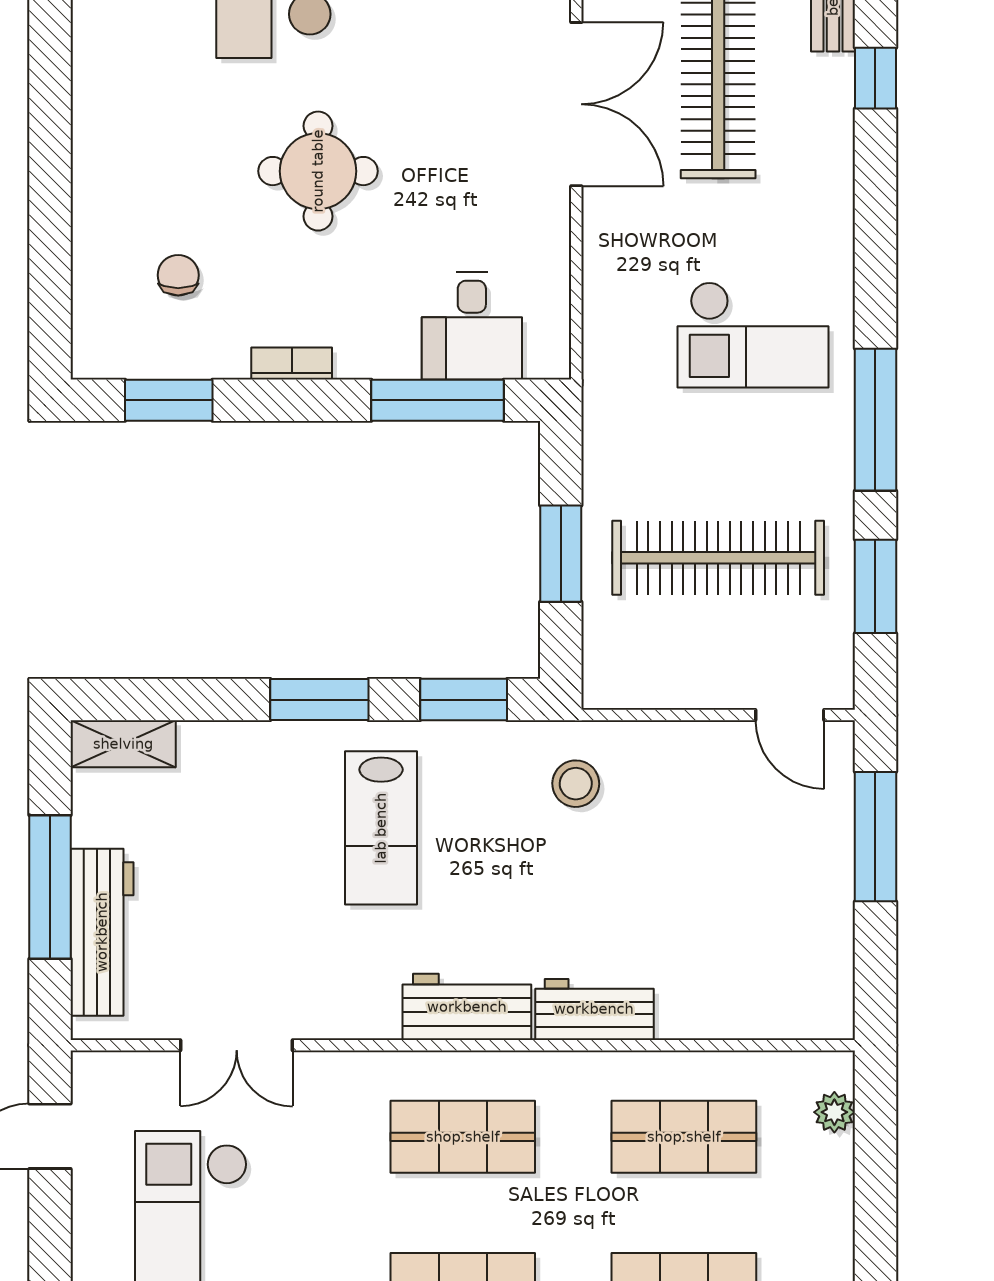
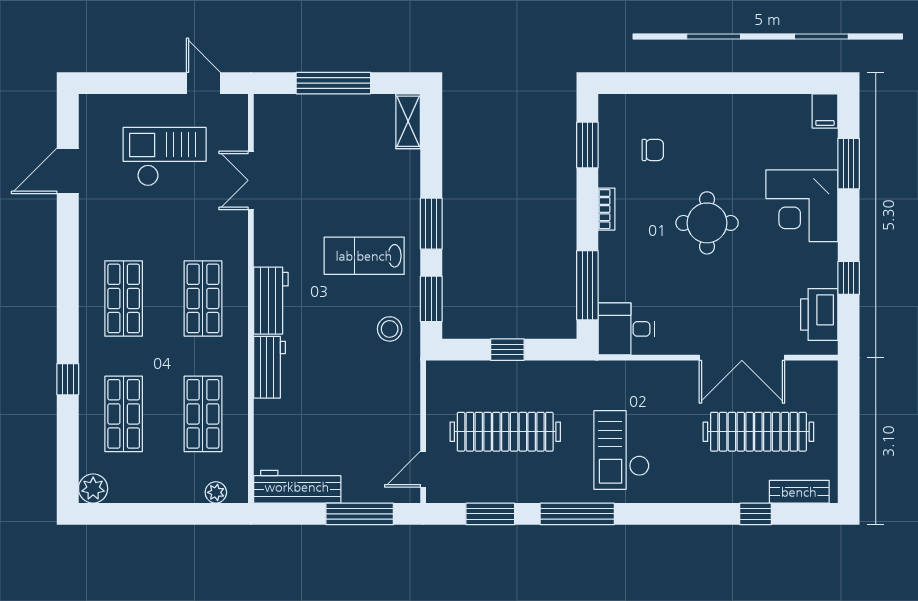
desk: (472, 326) -> (626, 329), moved
window: (561, 554) -> (507, 350), width x0.67
clothes rail: (718, 558) -> (505, 432), turned 90
stool: (576, 784) -> (390, 329), moved
workbench: (102, 932) -> (297, 487), moved, turned 180

